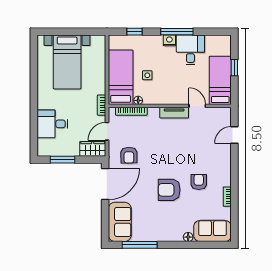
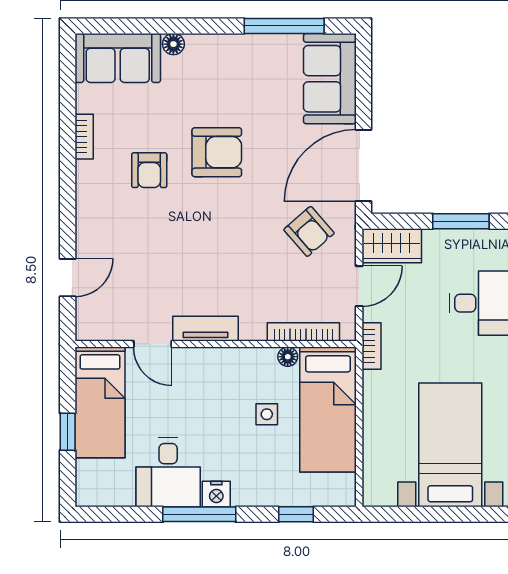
armchair: (129, 155) -> (309, 231), turned 140

